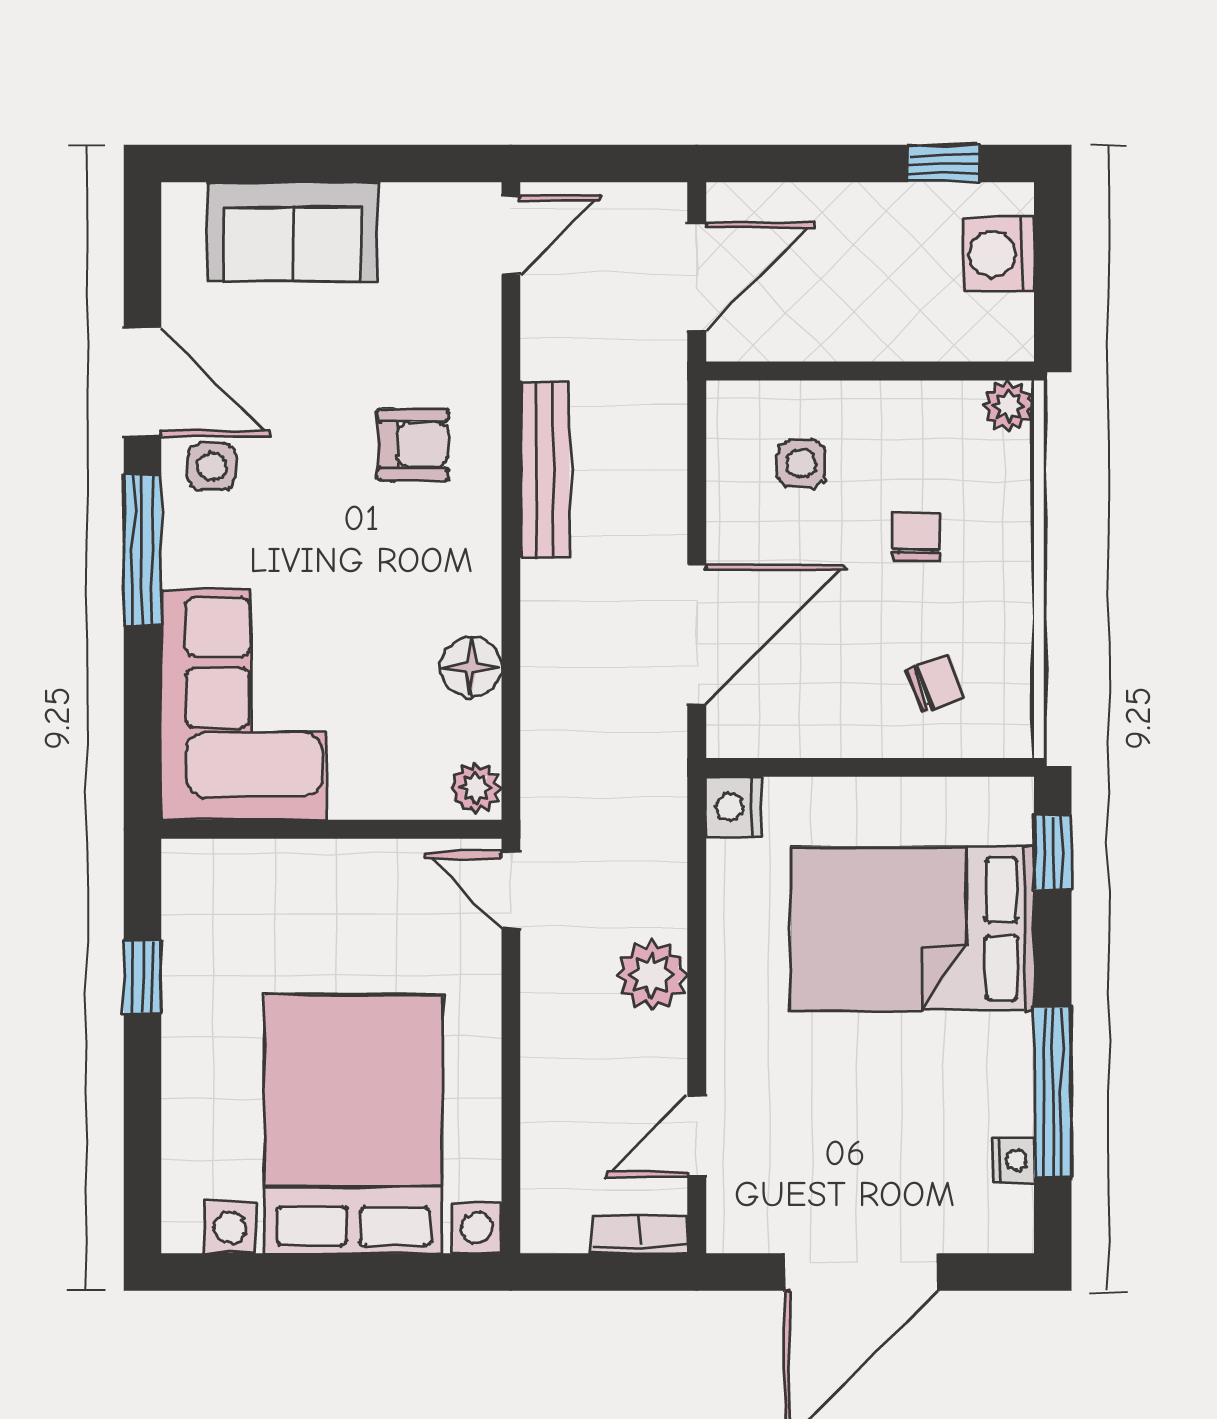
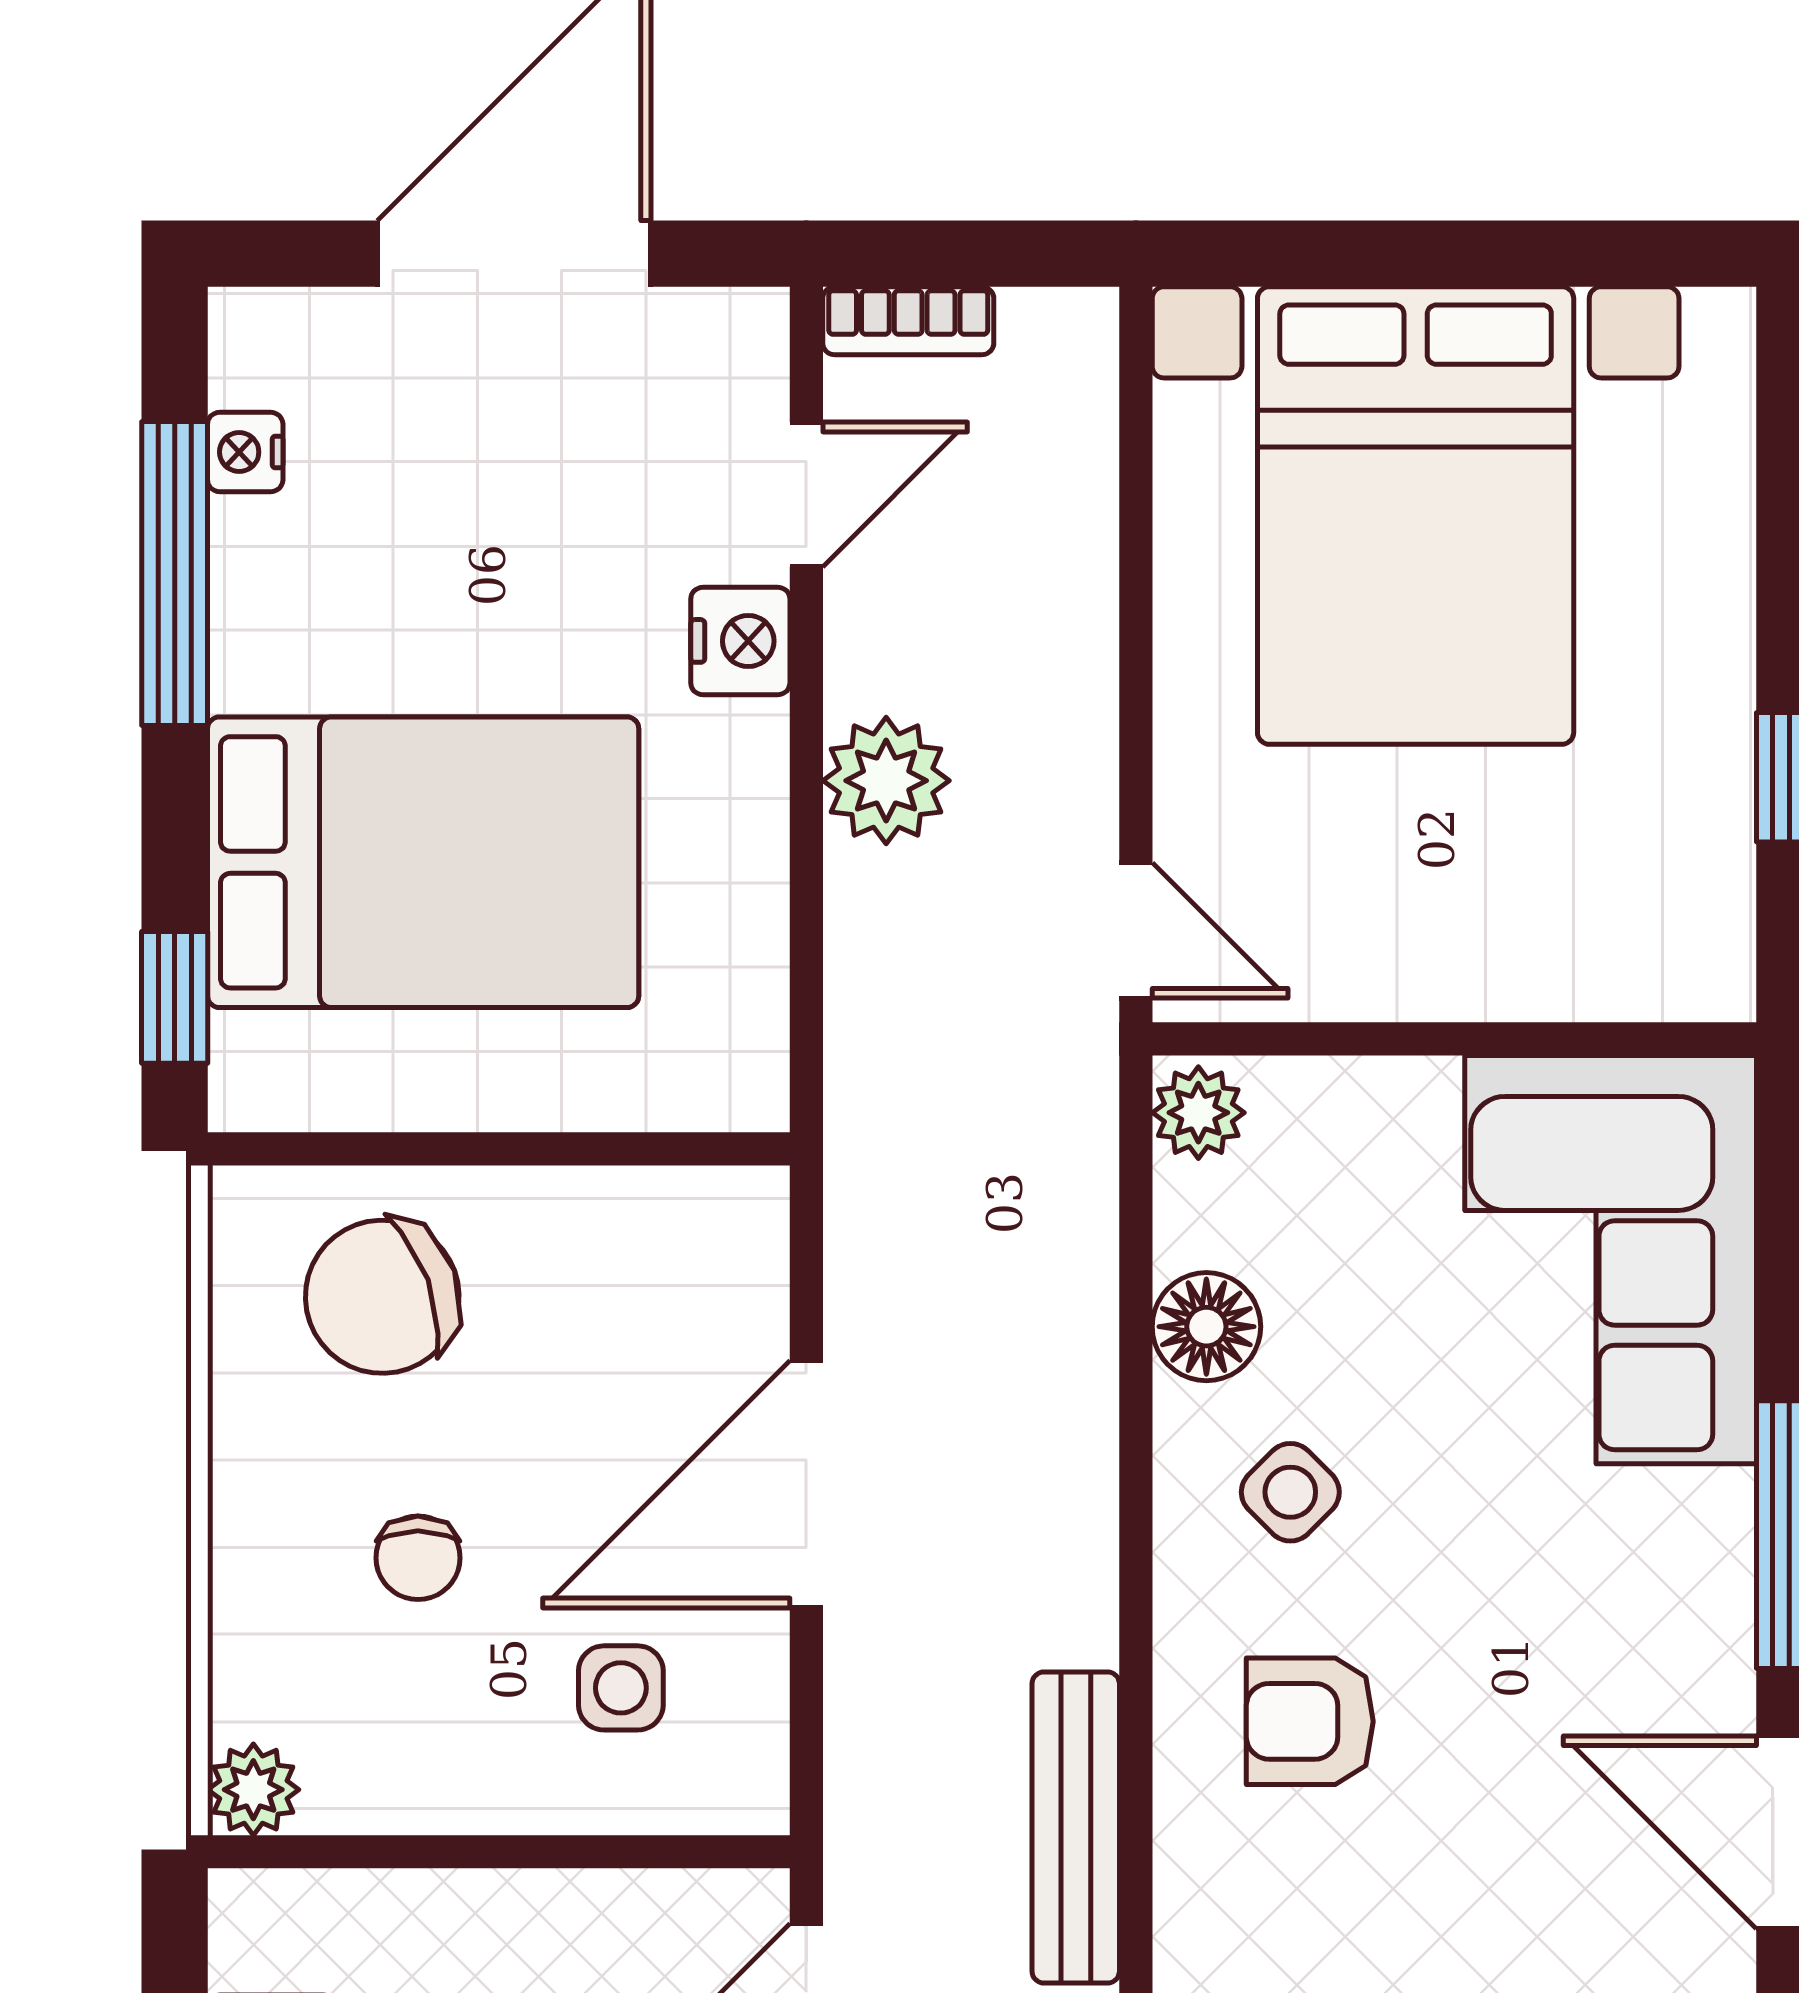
side table: (212, 467) -> (1290, 1492), moved, turned 45
bench: (545, 470) -> (1076, 1827), moved
door: (697, 634) -> (806, 1484), moved
chair: (936, 684) -> (382, 1297), width x1.87, depth x1.87
nightstand: (734, 807) -> (740, 641), moved

